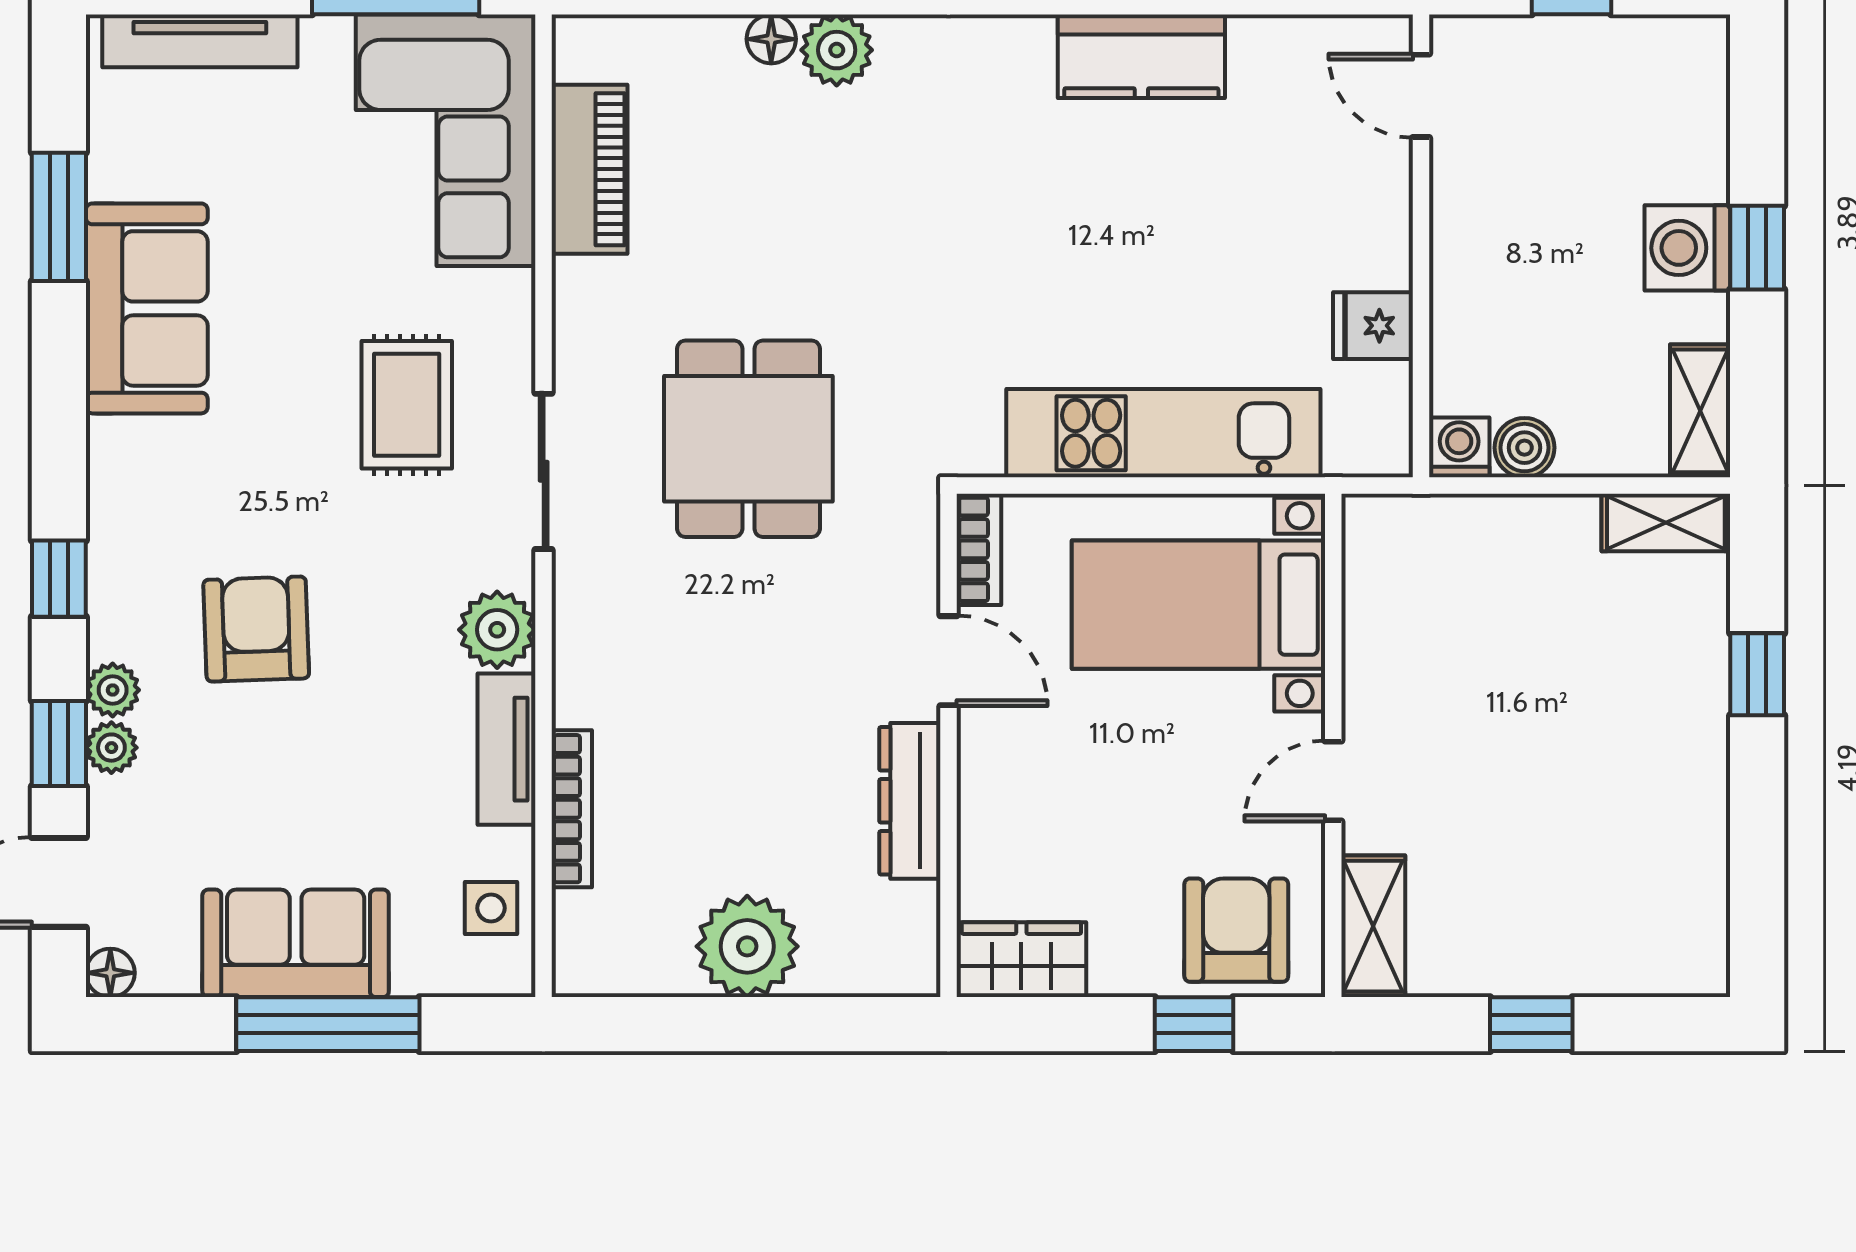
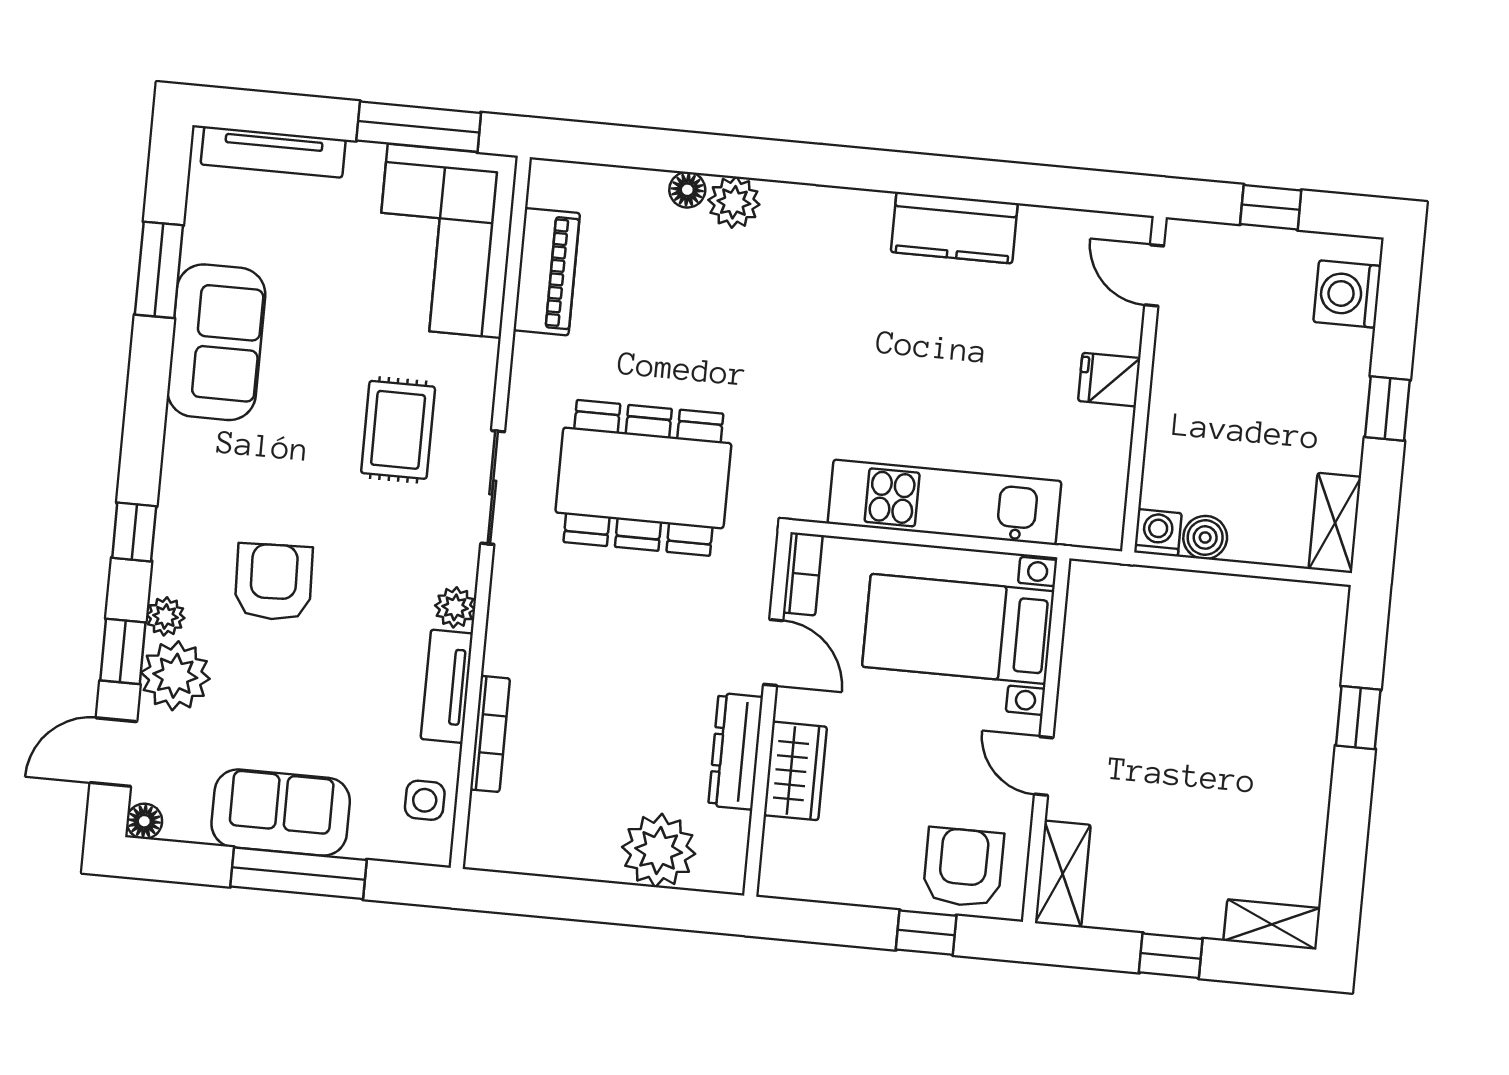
washing machine: (1687, 248) -> (1347, 294), moved
fridge: (1373, 326) -> (1109, 380), moved
dining table: (748, 439) -> (643, 478), width x1.38
shelving: (1666, 523) -> (1272, 924), moved
plant: (497, 630) -> (455, 607), width x0.73, depth x0.73
plant: (111, 748) -> (175, 676), width x1.88, depth x1.88
door: (1333, 781) -> (1044, 766), hinge flipped
plant: (747, 946) -> (659, 850), moved
wardrobe: (1021, 960) -> (795, 771), moved, turned 90

